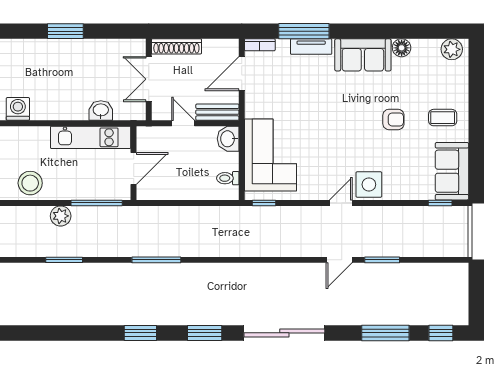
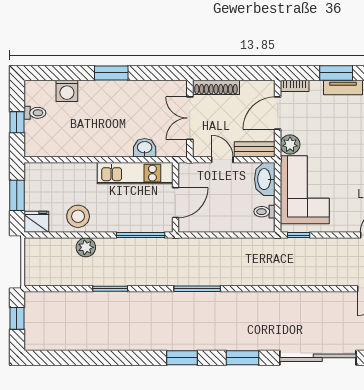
window: (304, 31) -> (336, 73), width x0.69
plant: (255, 107) -> (290, 145), added
washing machine: (18, 109) -> (67, 91), moved, turned 180
washbasin: (228, 139) -> (265, 179), width x1.38
plant: (61, 216) -> (86, 247), moved

